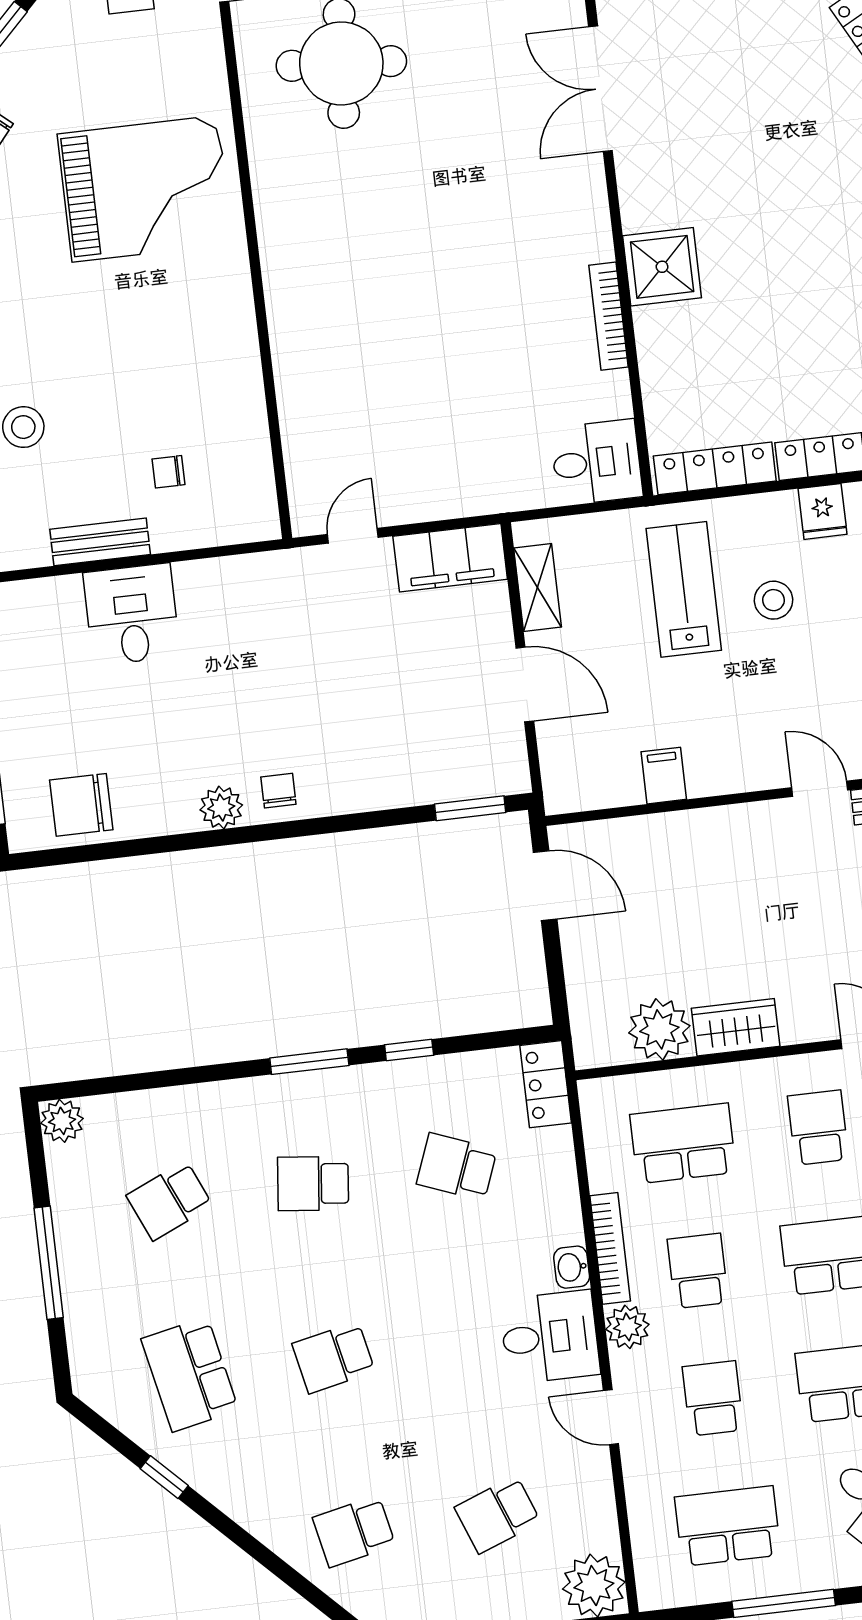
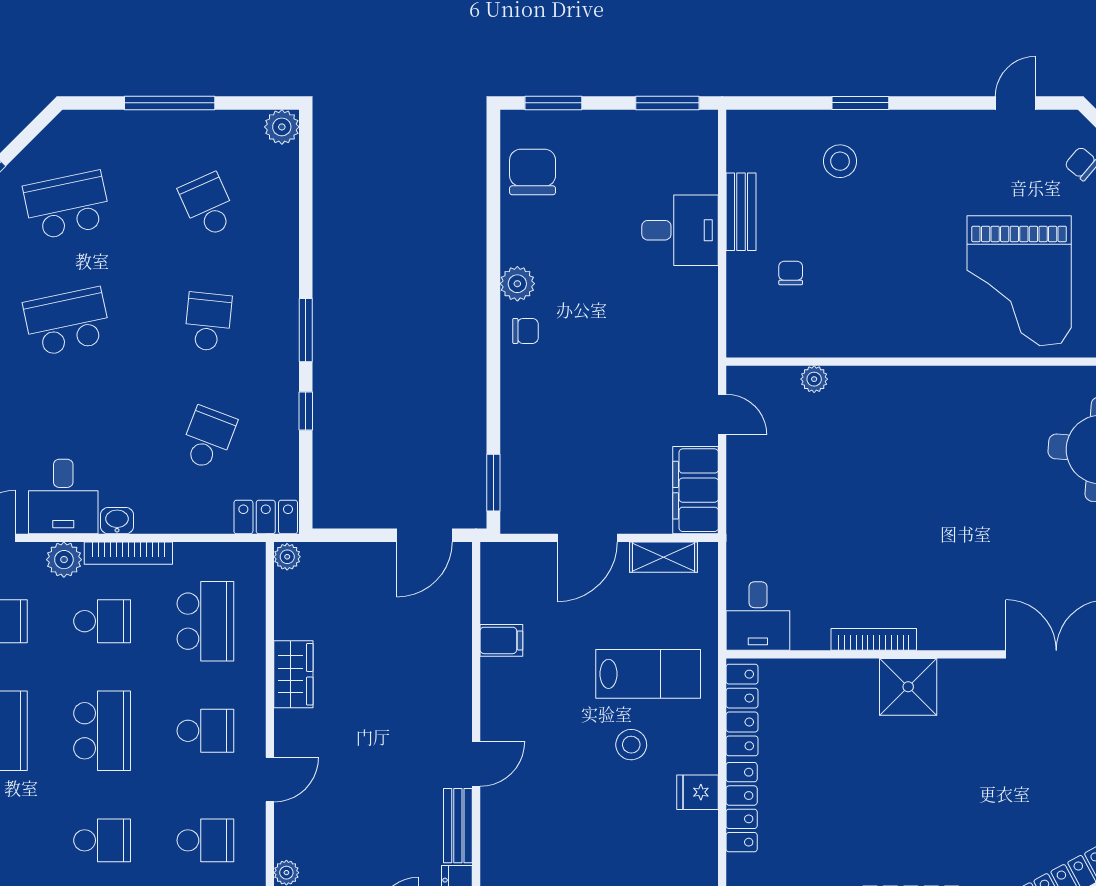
plant: (296, 427) -> (814, 379), added
plant: (659, 1029) -> (287, 557), moved, width x0.53, depth x0.53
school desk: (333, 1358) -> (67, 322), width x1.85

